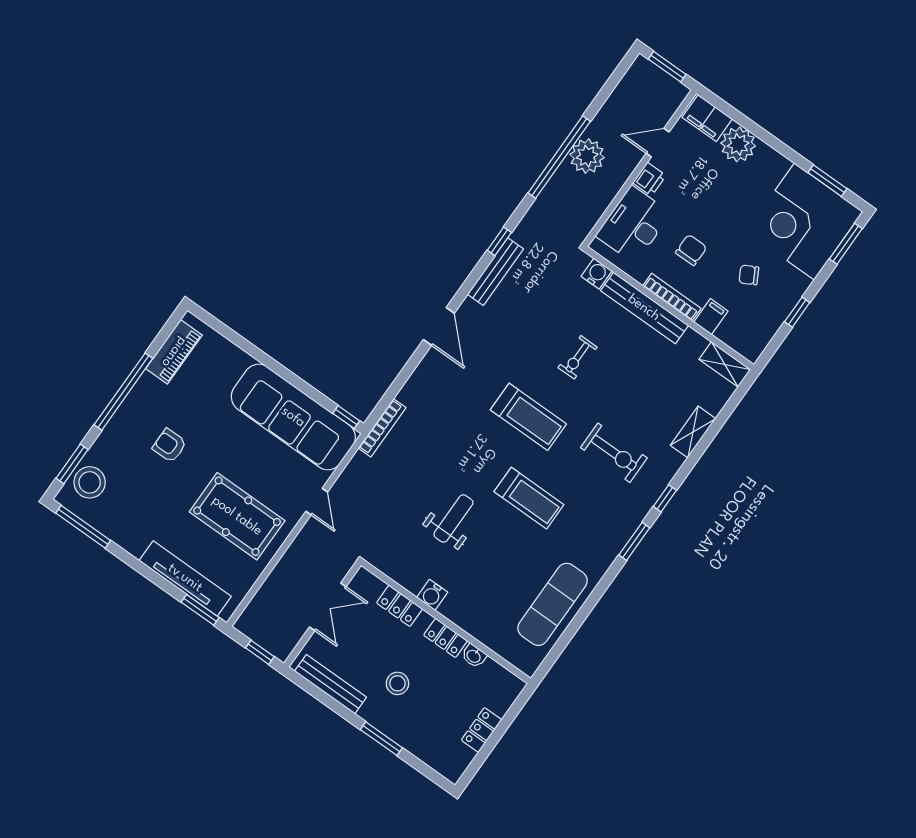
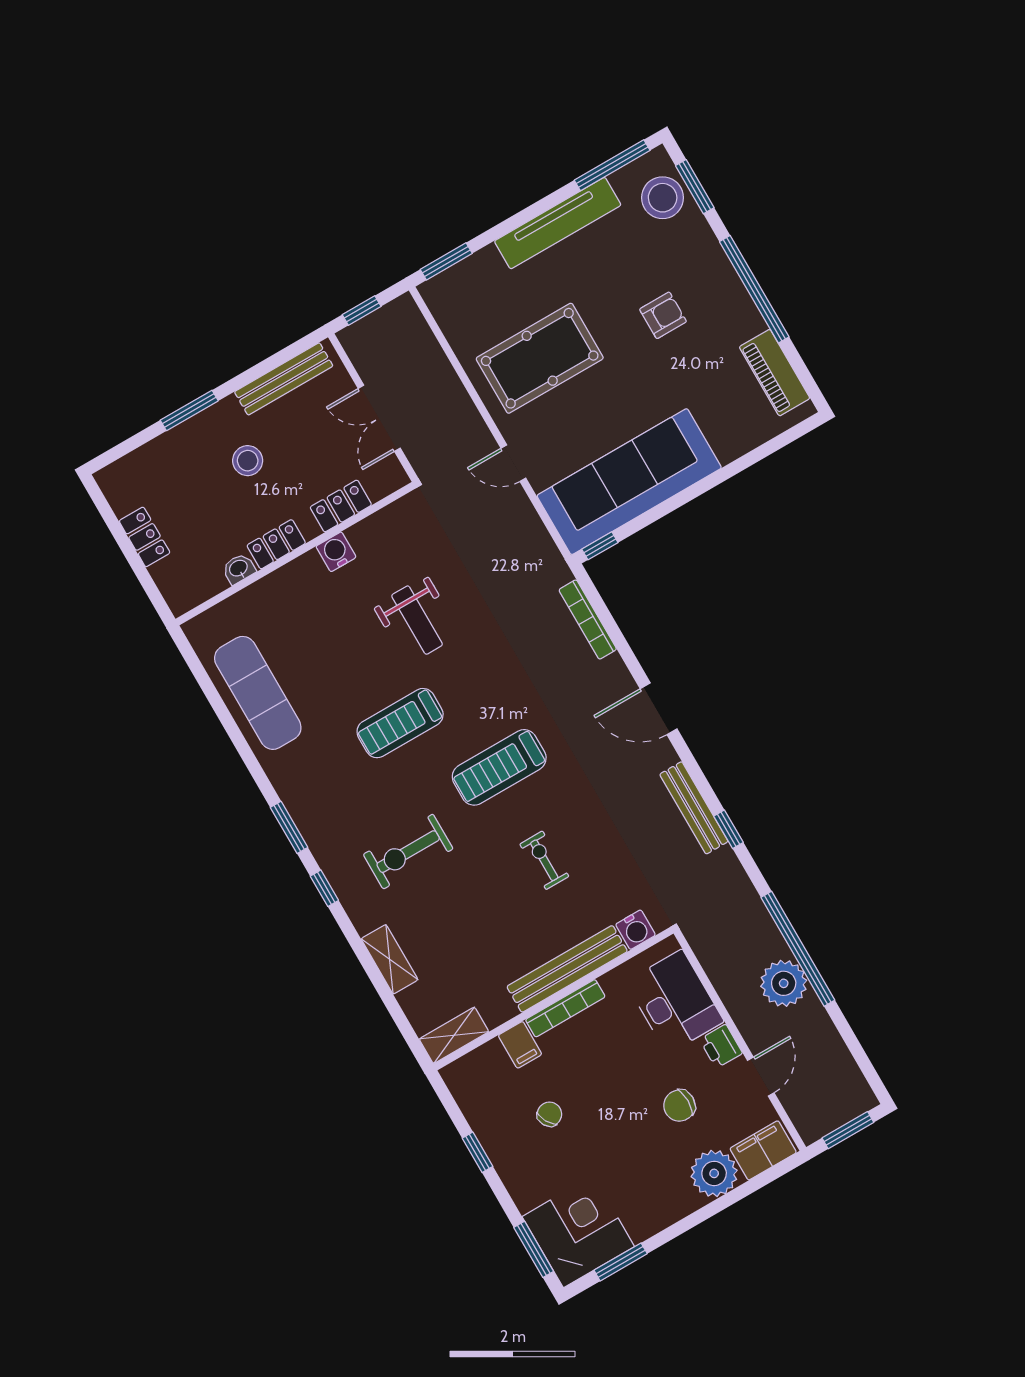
corner desk: (804, 222) -> (578, 1232), width x0.74, depth x0.74
chair: (691, 250) -> (679, 1106), moved, turned 90
bookcase: (382, 428) -> (588, 620), moved
tv unit: (185, 578) -> (558, 223), moved

